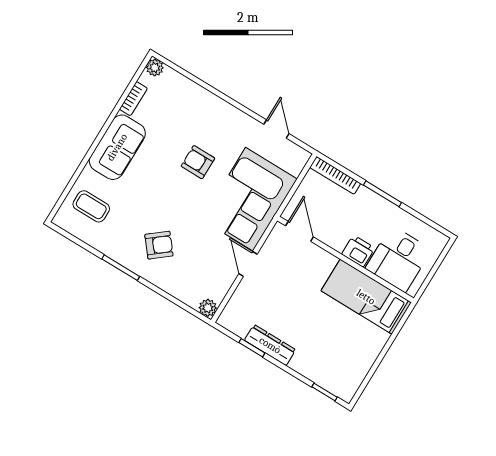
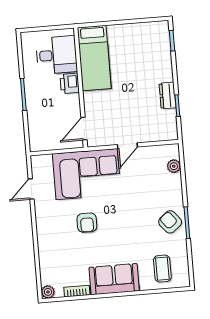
bookcase: (335, 175) -> (33, 132), removed
armchair: (159, 245) -> (170, 222), moved
plant: (208, 308) -> (174, 166), moved
dresser: (270, 345) -> (167, 96), width x0.70

